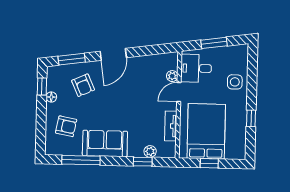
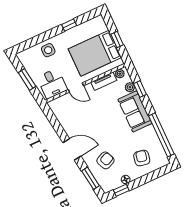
plant: (172, 76) -> (120, 74), moved
sofa: (105, 143) -> (135, 111), moved
window: (81, 160) -> (161, 135), width x1.46

